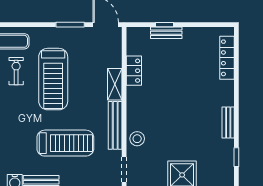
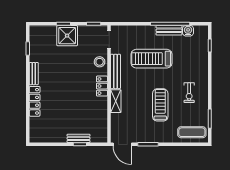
locker: (227, 58) -> (35, 101), moved
exercise bike: (16, 71) -> (189, 93), moved
locker: (134, 71) -> (102, 86), moved
treadmill: (53, 79) -> (160, 105), width x0.73, depth x0.73

